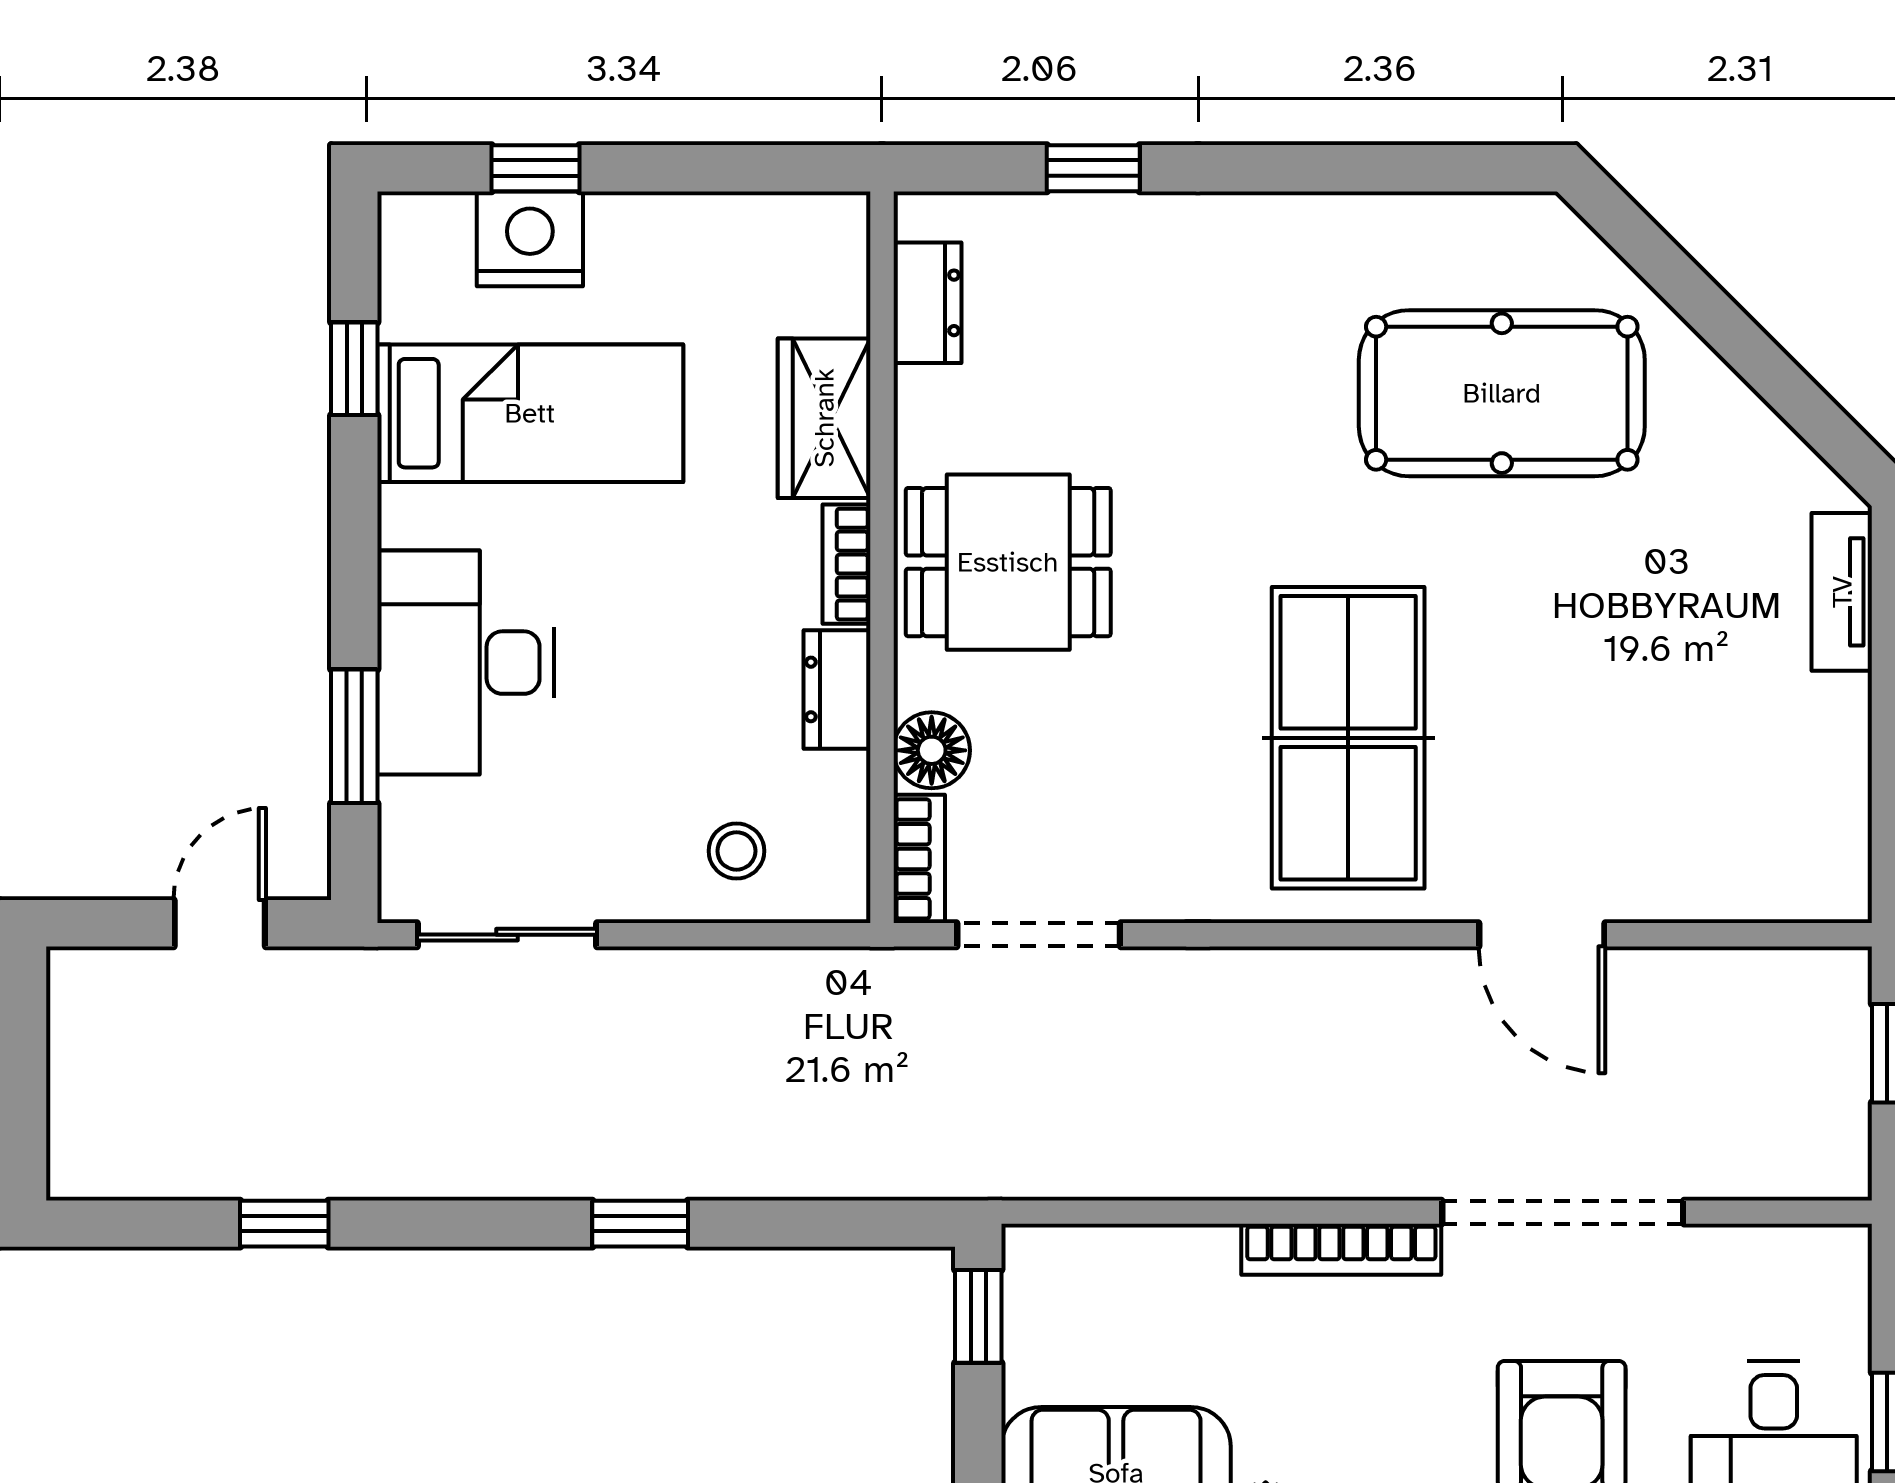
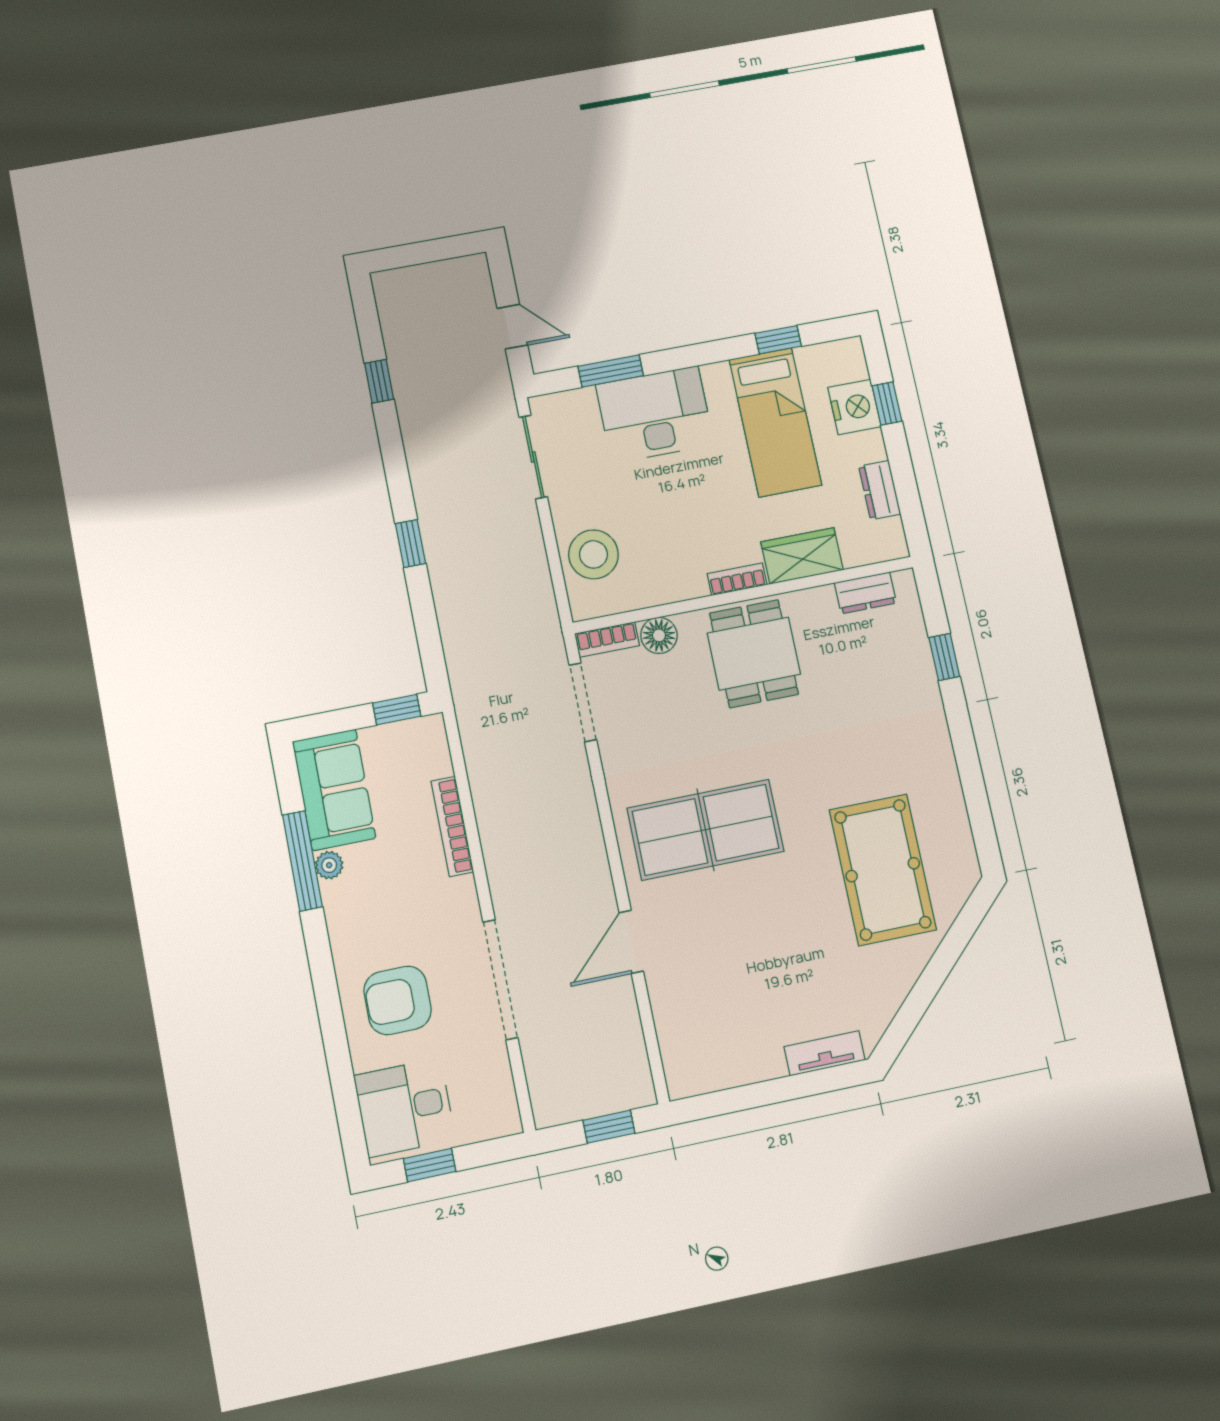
dresser: (837, 689) -> (880, 490), moved, turned -90
stool: (736, 851) -> (593, 554), width x1.89, depth x1.89
bookcase: (1341, 1249) -> (452, 826), moved

